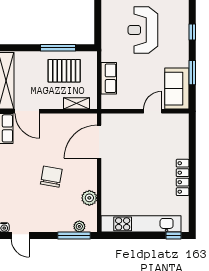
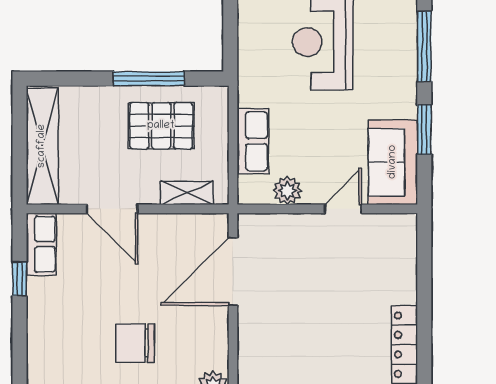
window: (192, 32) -> (424, 46), width x2.17
plant: (126, 102) -> (287, 191), added
door: (27, 111) -> (112, 209), moved
chair: (51, 177) -> (135, 343), turned -100

